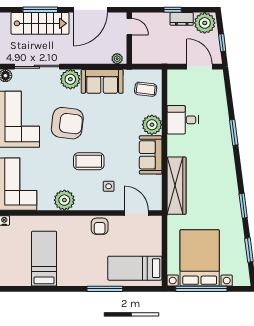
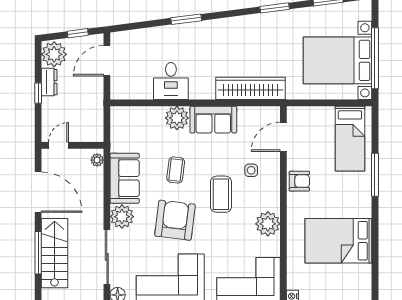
coffee table: (146, 89) -> (176, 170), moved
bed: (44, 259) -> (338, 241), width x1.50

